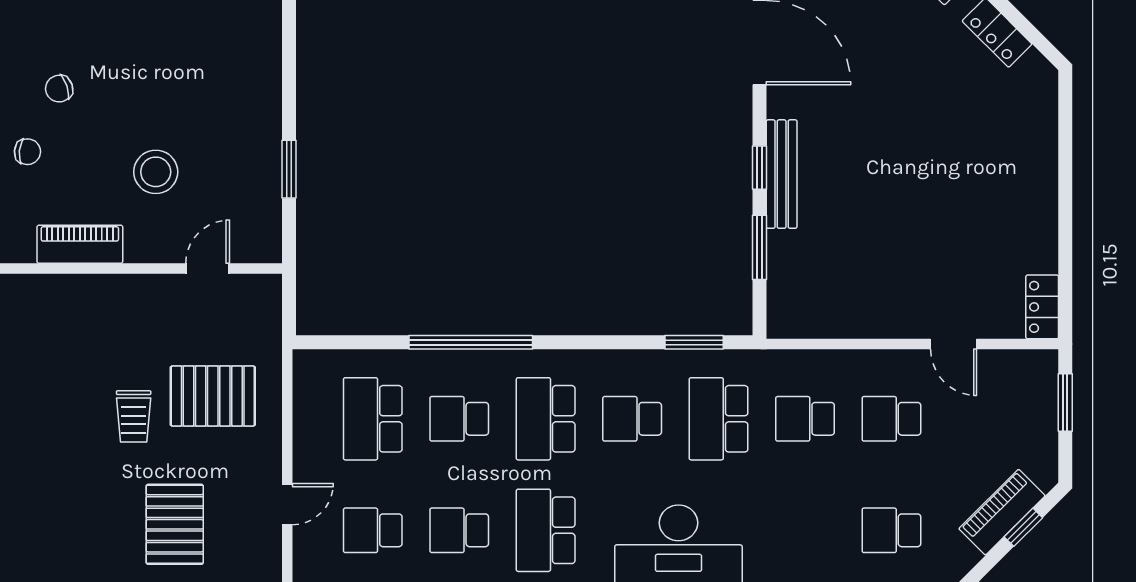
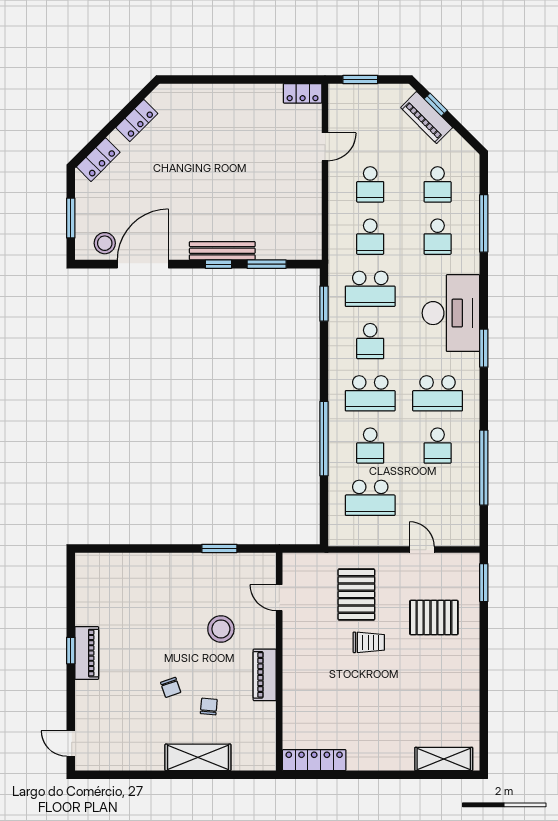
school desk: (373, 530) -> (438, 237), moved

